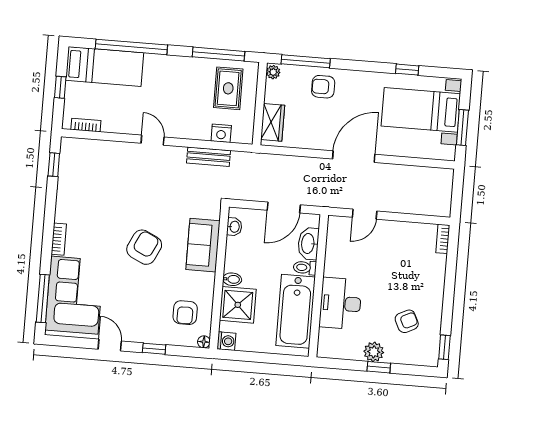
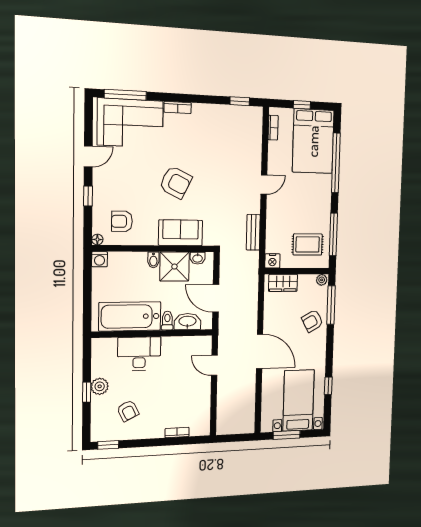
bed: (105, 66) -> (313, 141), width x1.50
armchair: (323, 87) -> (312, 321), turned -119
nightstand: (221, 133) -> (272, 261), moved, turned -90
bookcase: (443, 239) -> (177, 433), moved
shower: (238, 305) -> (174, 267), moved

